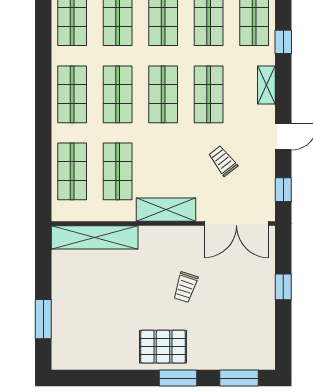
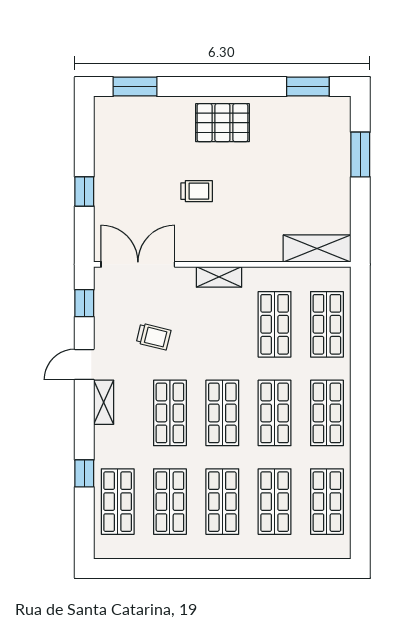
shelving: (266, 85) -> (104, 402), moved
trolley: (223, 161) -> (154, 337), turned -38
shelving: (166, 210) -> (219, 277), width x0.67, depth x0.75
shelving: (95, 237) -> (317, 248), width x0.68
trolley: (185, 287) -> (197, 191), turned 72
window: (178, 378) -> (308, 87), moved

